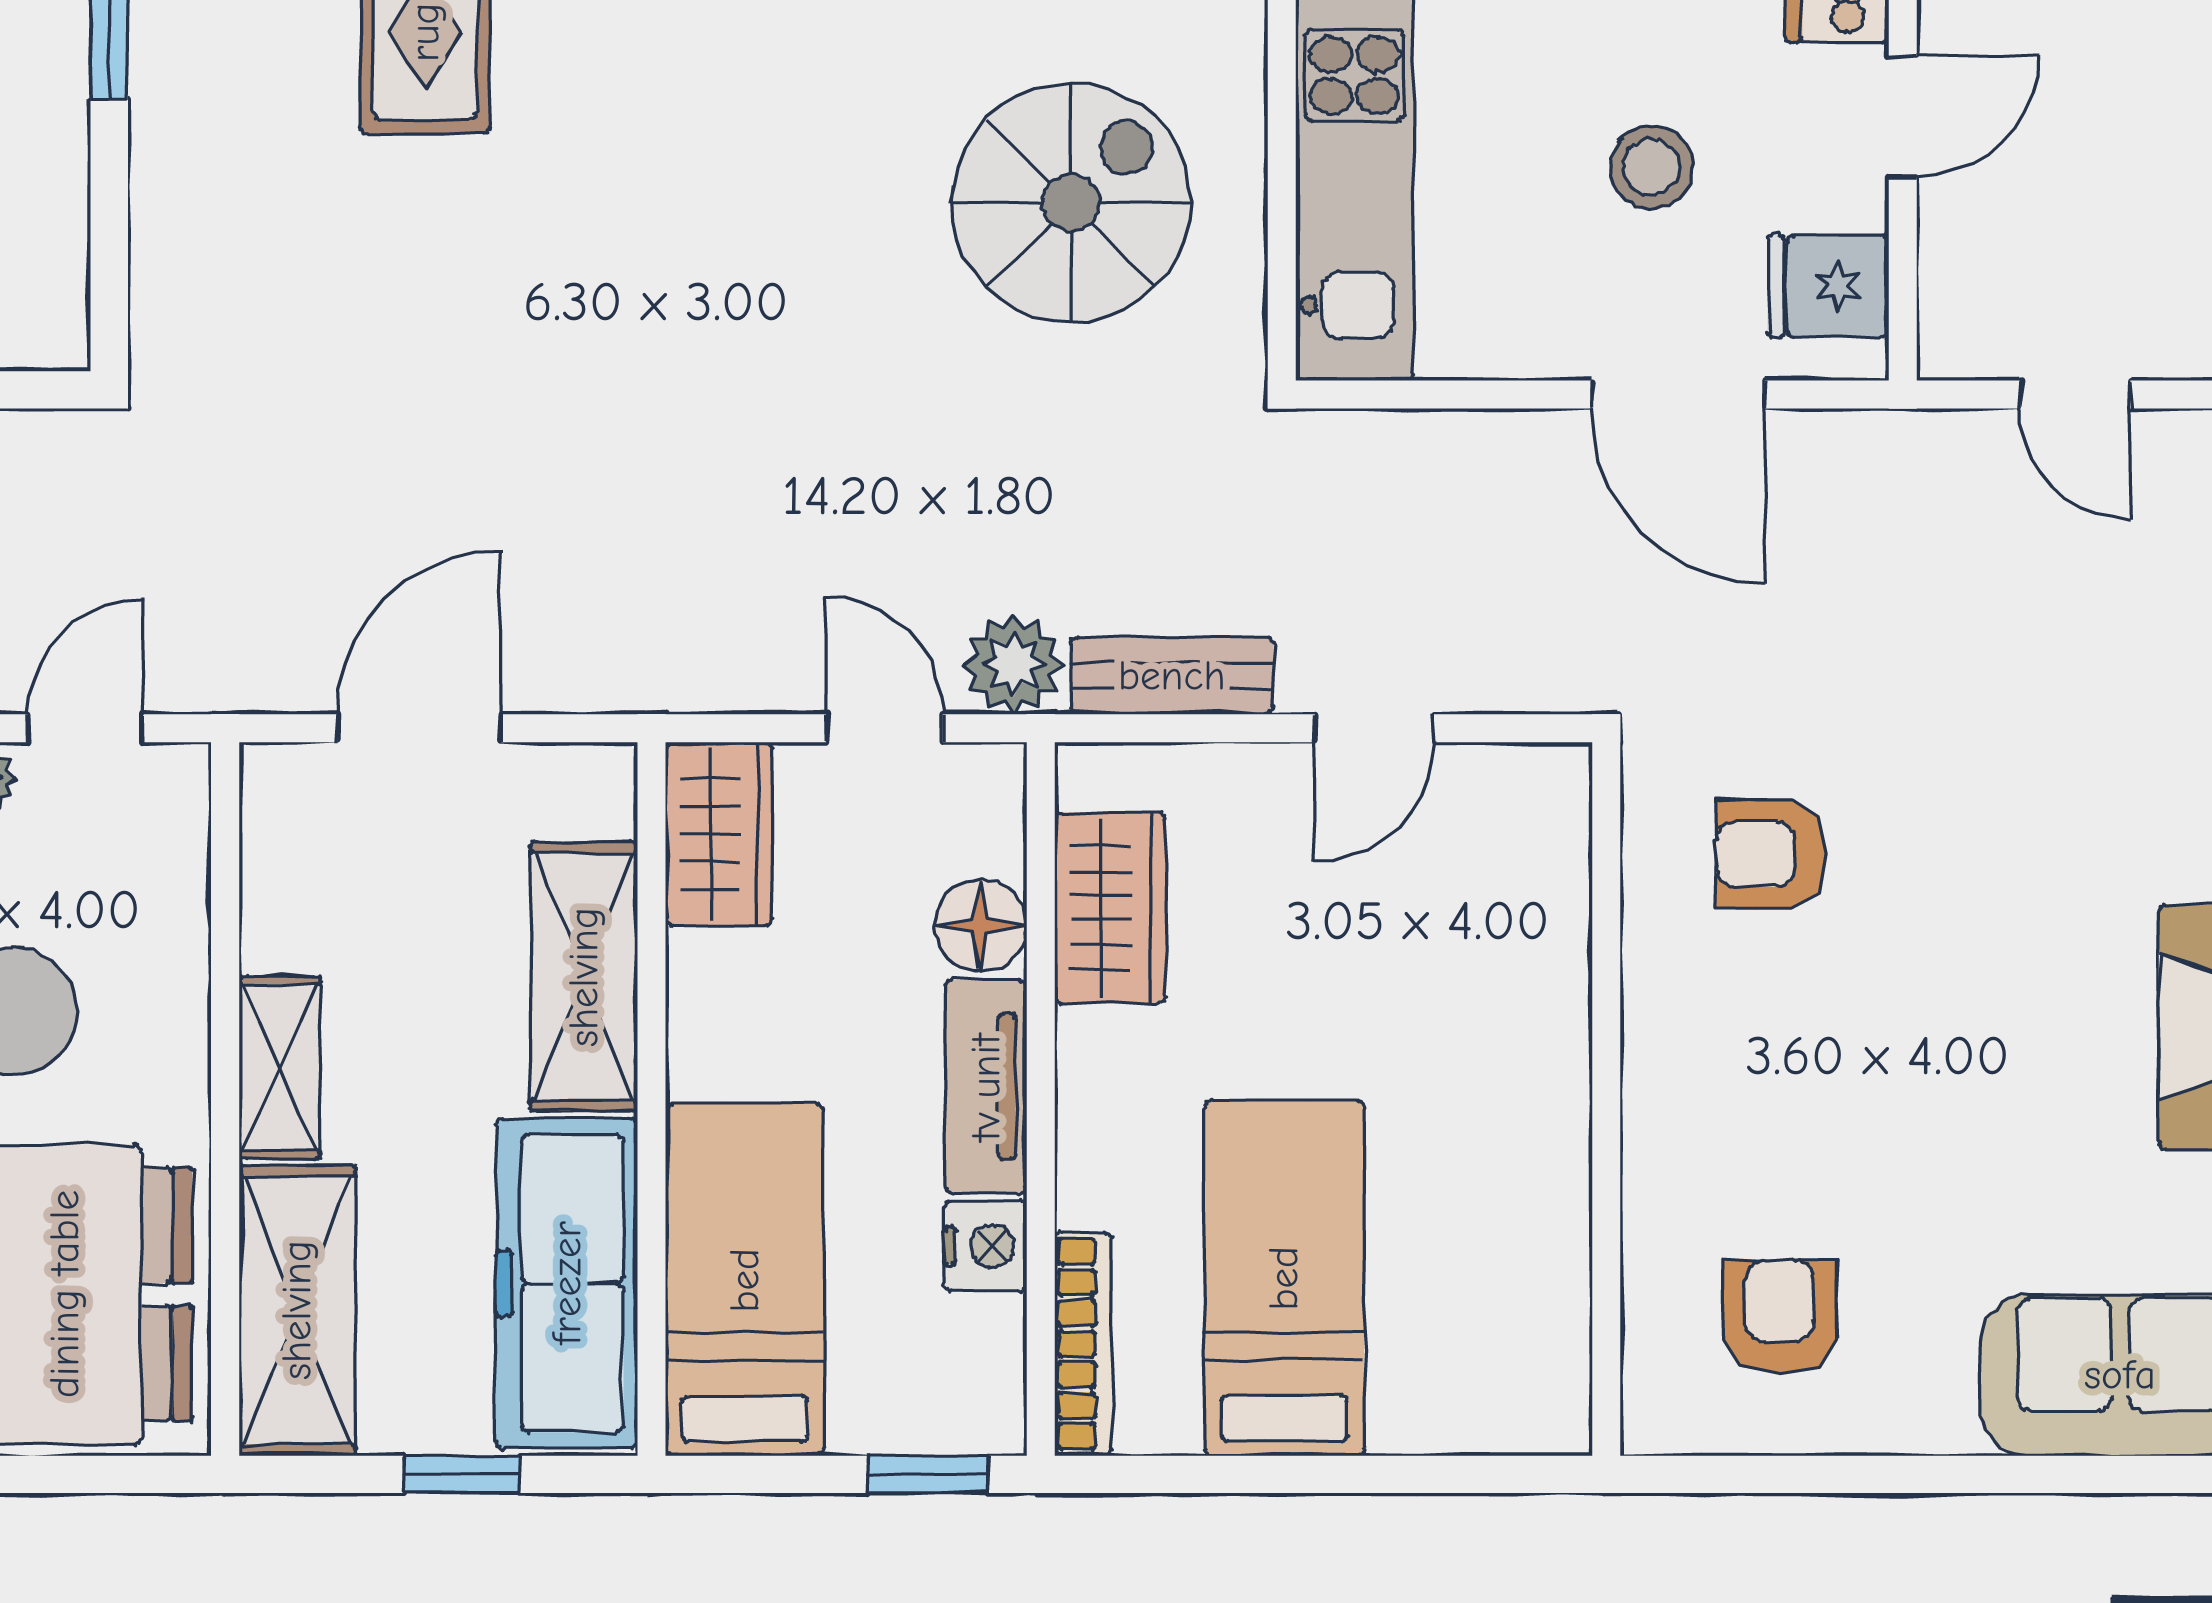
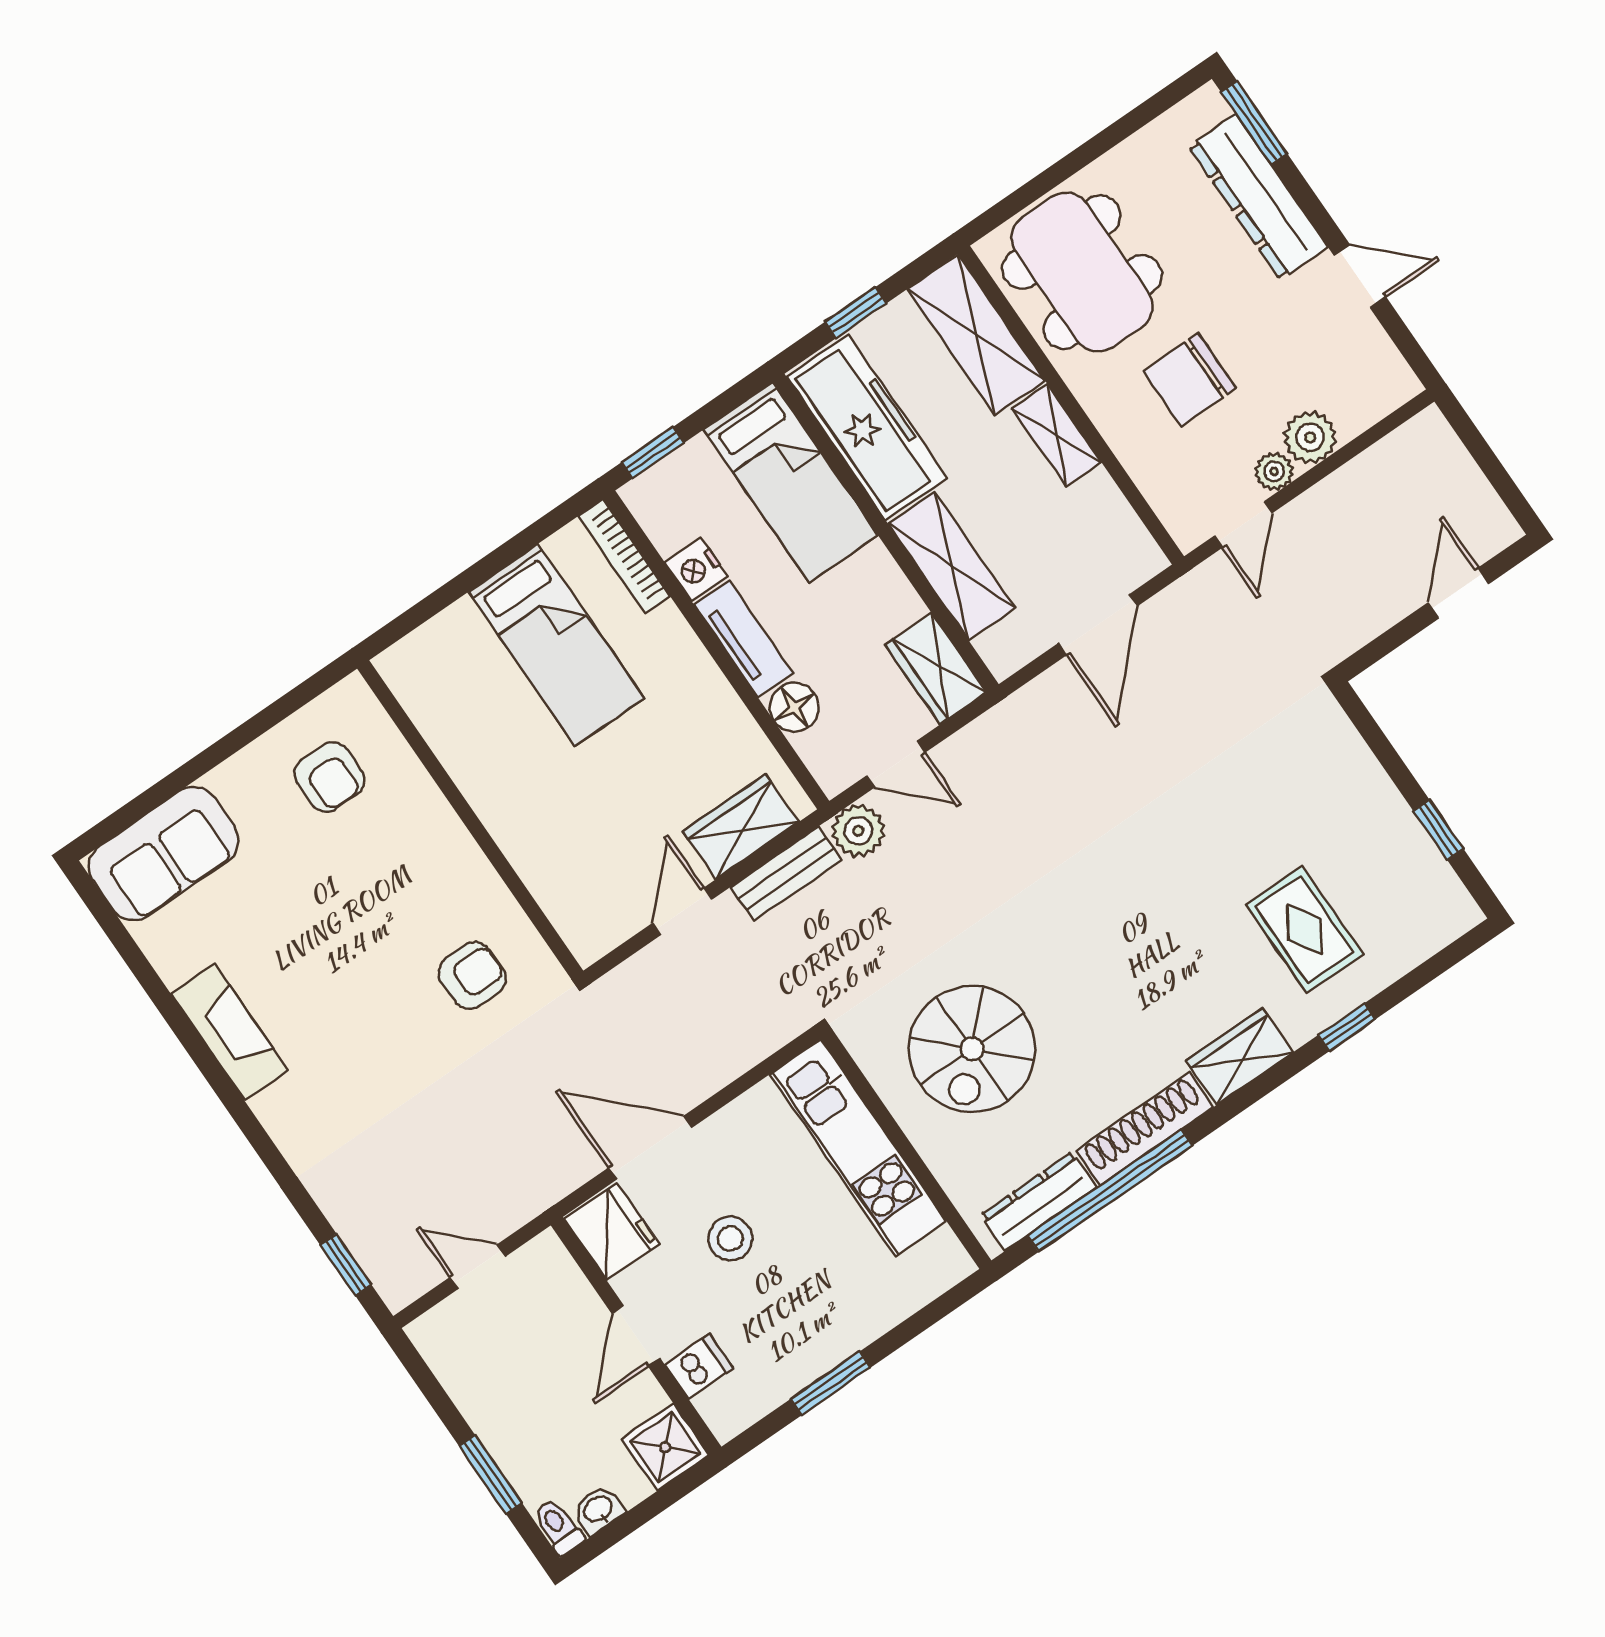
fridge: (1828, 286) -> (612, 1231), width x1.38
wardrobe: (1110, 908) -> (741, 827), moved, turned 90

